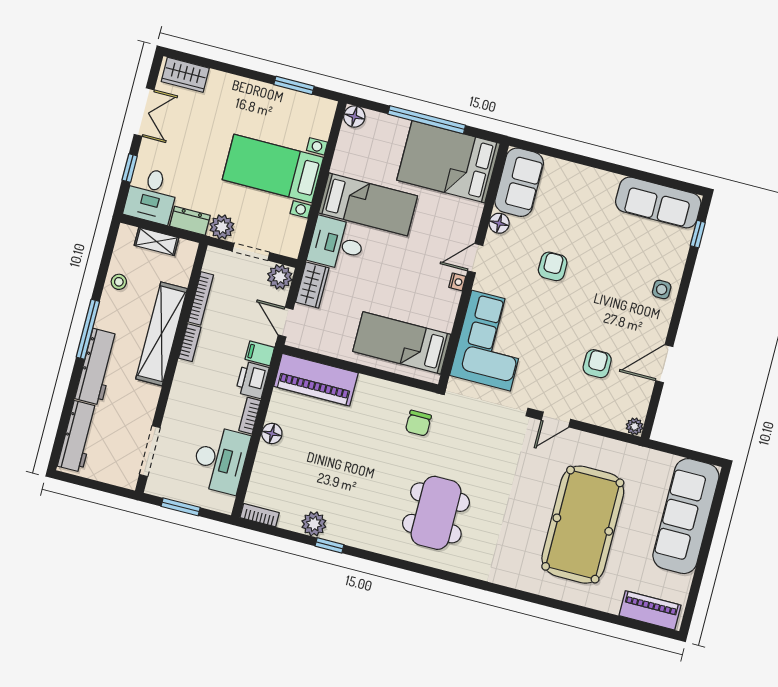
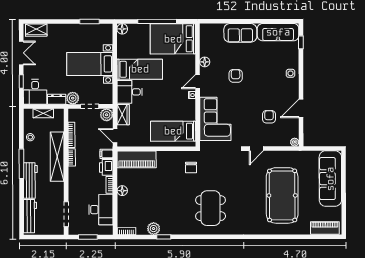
sofa: (519, 182) -> (240, 33), moved, turned 90

